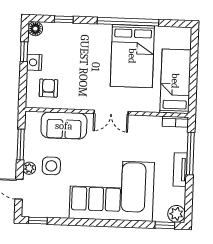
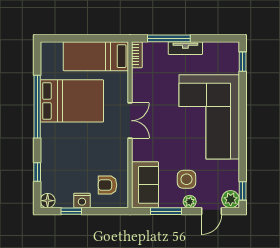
sofa: (64, 126) -> (145, 185), moved
plant: (176, 214) -> (231, 199), moved

